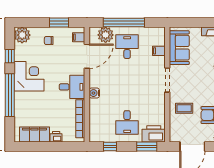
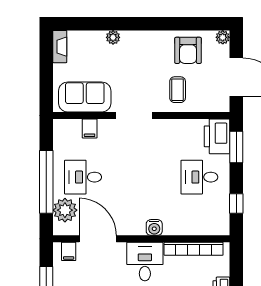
desk: (127, 122) -> (199, 177), turned 180

